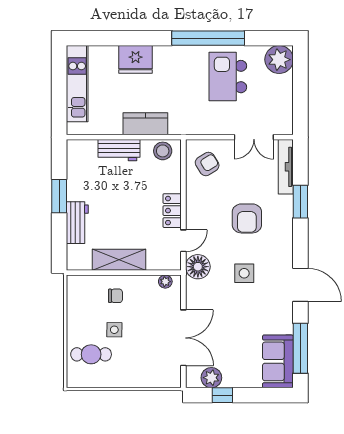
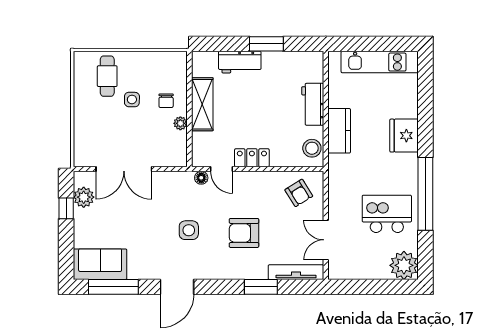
fridge: (136, 59) -> (404, 136), moved
floor lamp: (198, 267) -> (201, 178), width x0.53, depth x0.53
plant: (165, 282) -> (180, 123), moved

